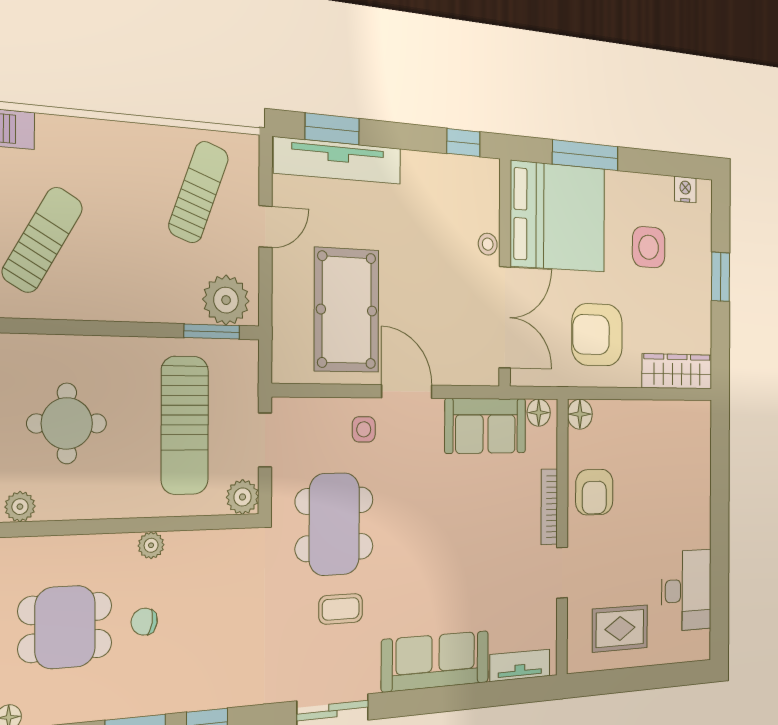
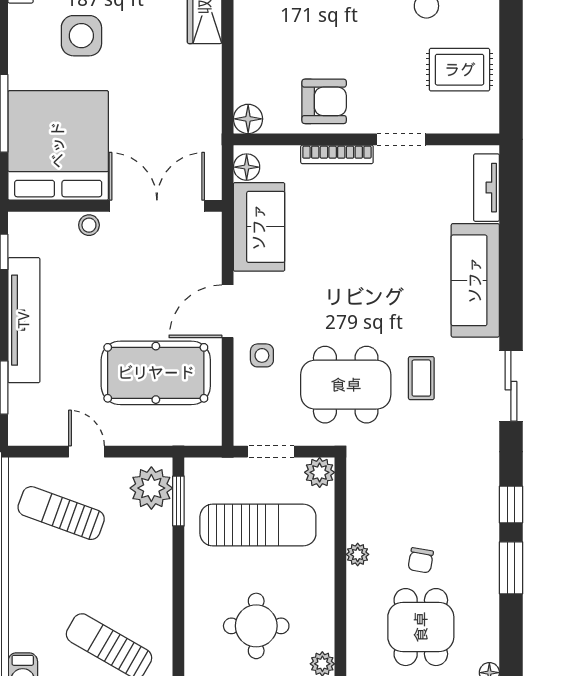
tv unit: (338, 161) -> (24, 320), moved
armchair: (597, 335) -> (170, 99), removed
rug: (620, 628) -> (460, 70), turned 90

